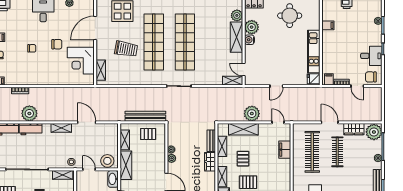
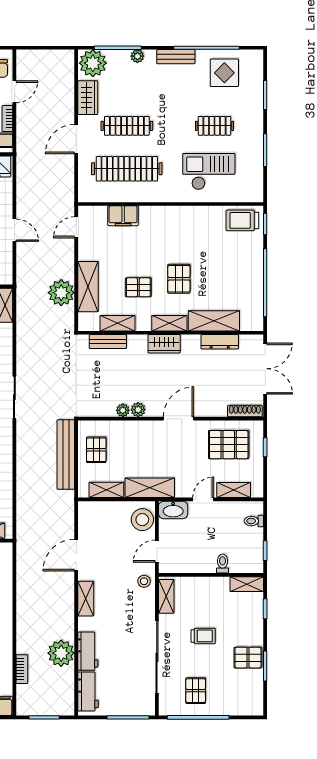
plant: (252, 114) -> (61, 293), moved
wardrobe: (210, 162) -> (164, 344), moved

